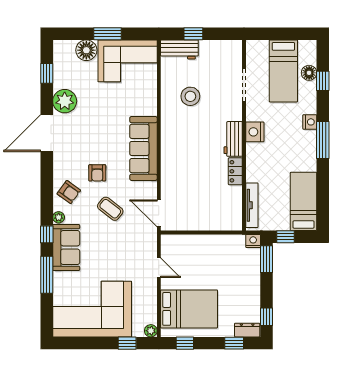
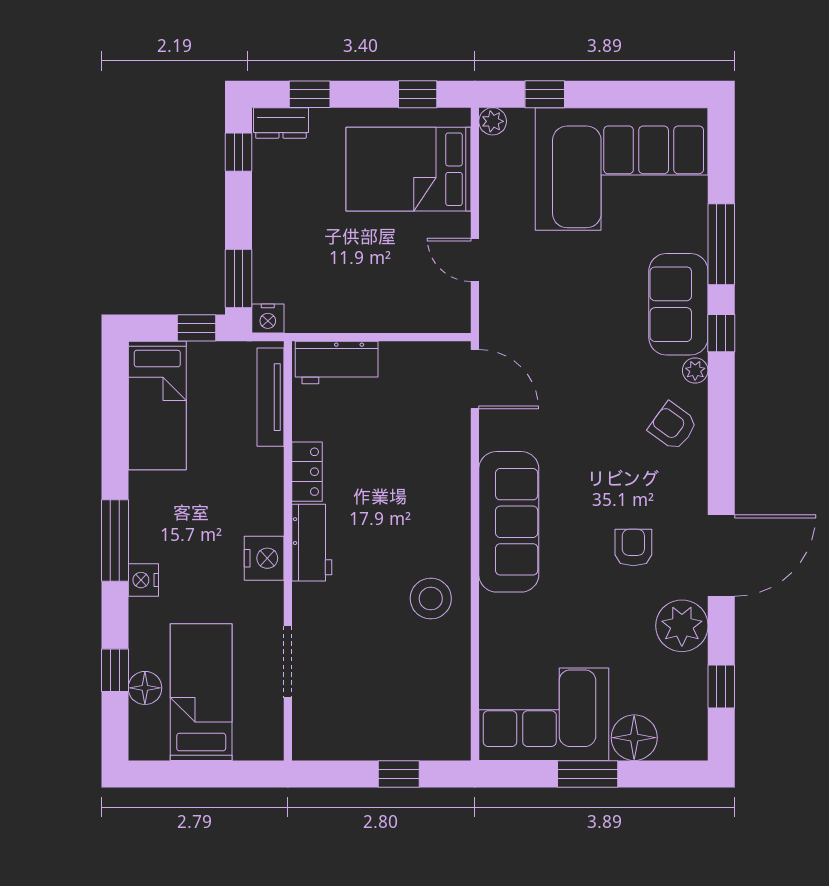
workbench: (179, 49) -> (337, 363), moved, turned 180
stool: (190, 96) -> (431, 599), moved
armchair: (97, 173) -> (633, 548), moved
coffee table: (110, 209) -> (582, 389), removed

